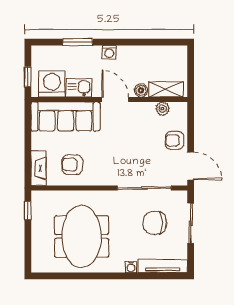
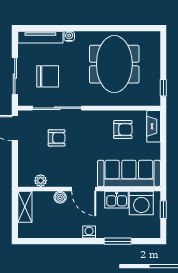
shelving: (166, 89) -> (25, 207), moved, turned 90
armchair: (175, 140) -> (57, 138), moved

